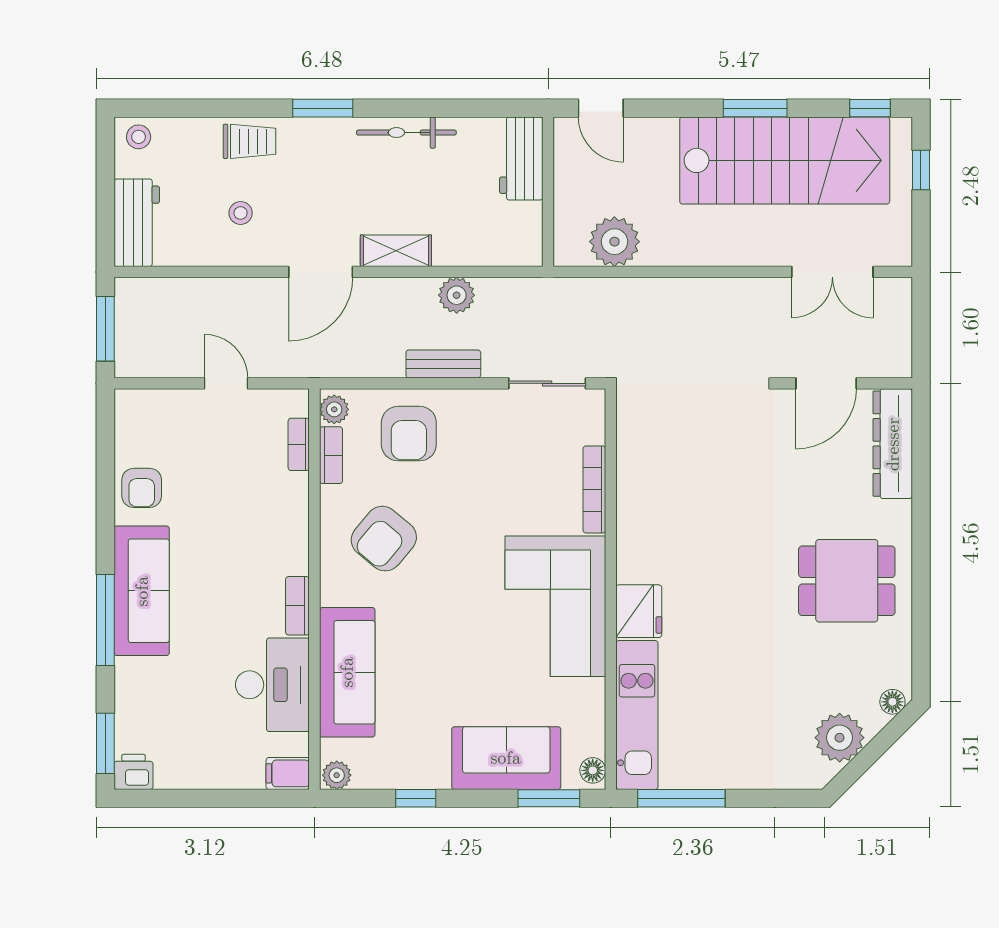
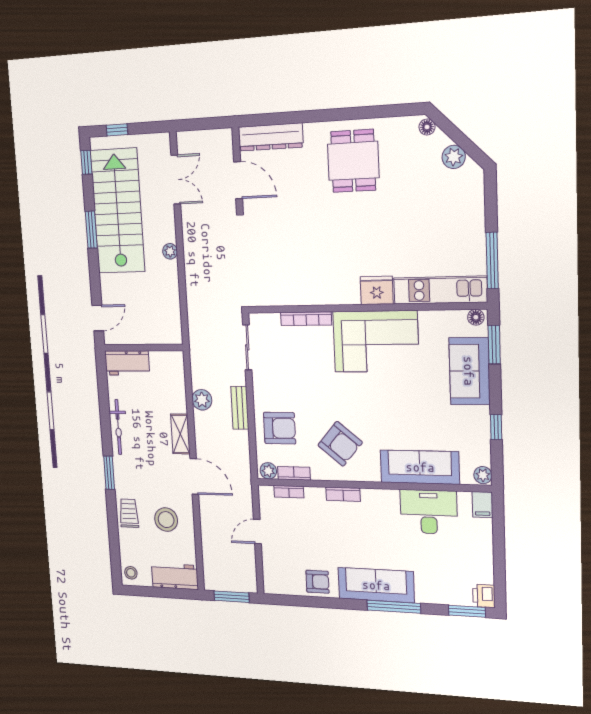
stool: (241, 213) -> (166, 520), width x1.89, depth x1.89
plant: (614, 242) -> (170, 251), moved, width x0.53, depth x0.53
bookcase: (297, 606) -> (343, 494), moved
plant: (840, 738) -> (454, 157), width x0.73, depth x0.73

